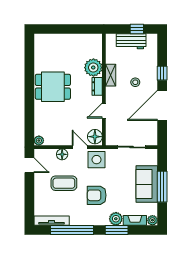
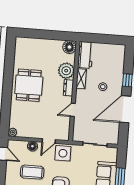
window: (137, 29) -> (108, 39), removed
workbench: (131, 41) -> (85, 55), moved, turned -90
dining table: (53, 87) -> (29, 85), turned 90
floor lamp: (95, 137) -> (69, 47), moved
door: (80, 147) -> (49, 141), swing flipped

